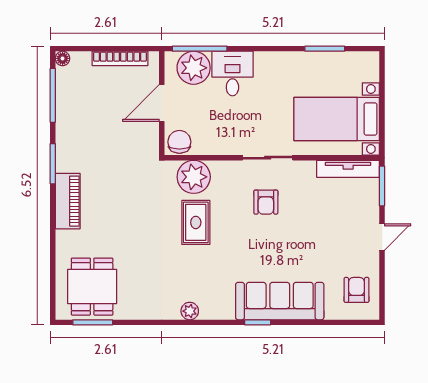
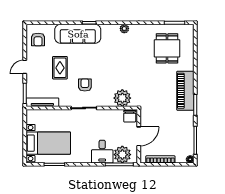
bed with nightstands: (337, 119) -> (48, 143), moved
piano: (68, 201) -> (185, 91), width x1.37, depth x1.33
rug: (196, 222) -> (60, 68), moved
dining table: (92, 287) -> (167, 48), moved

